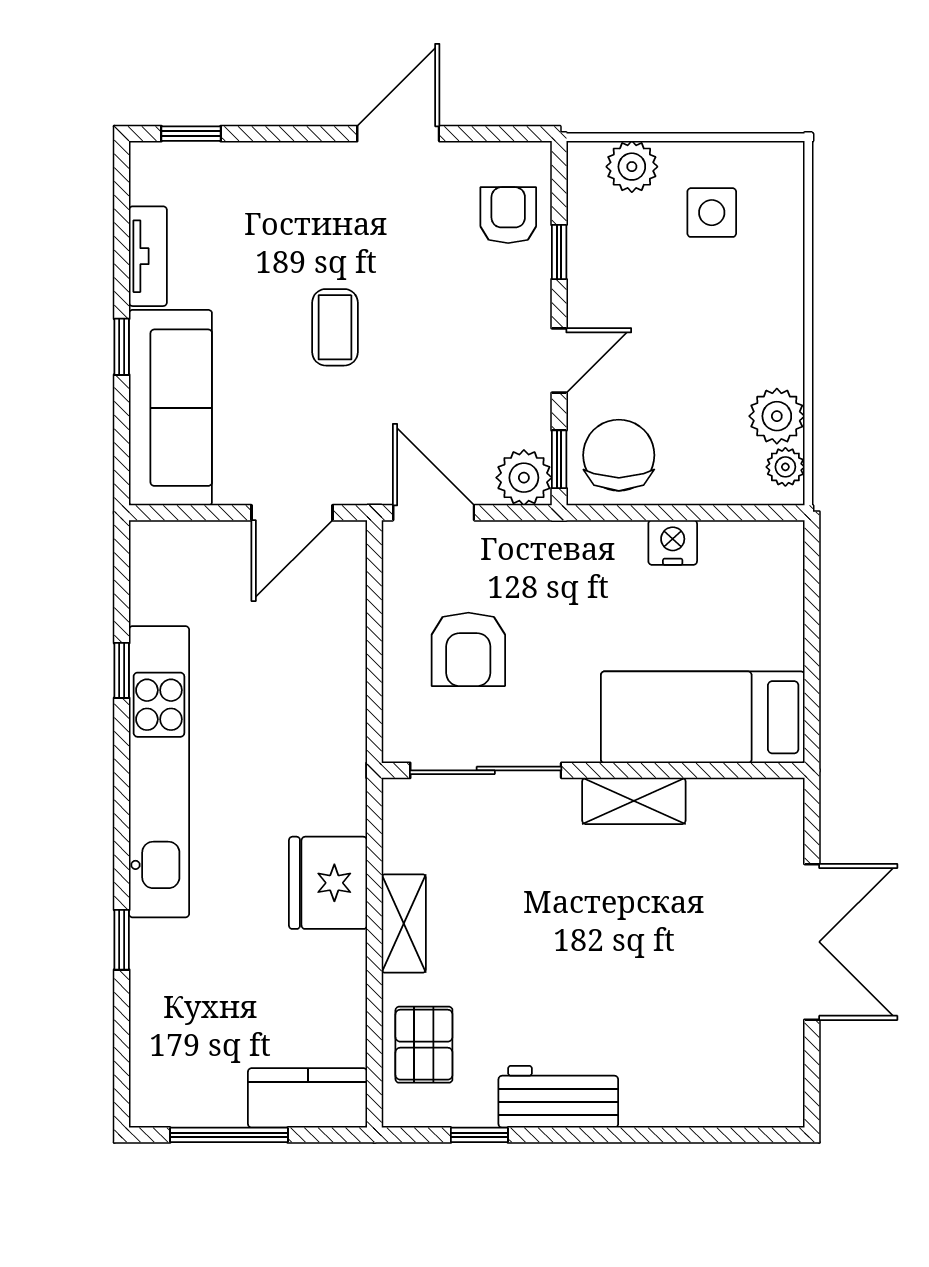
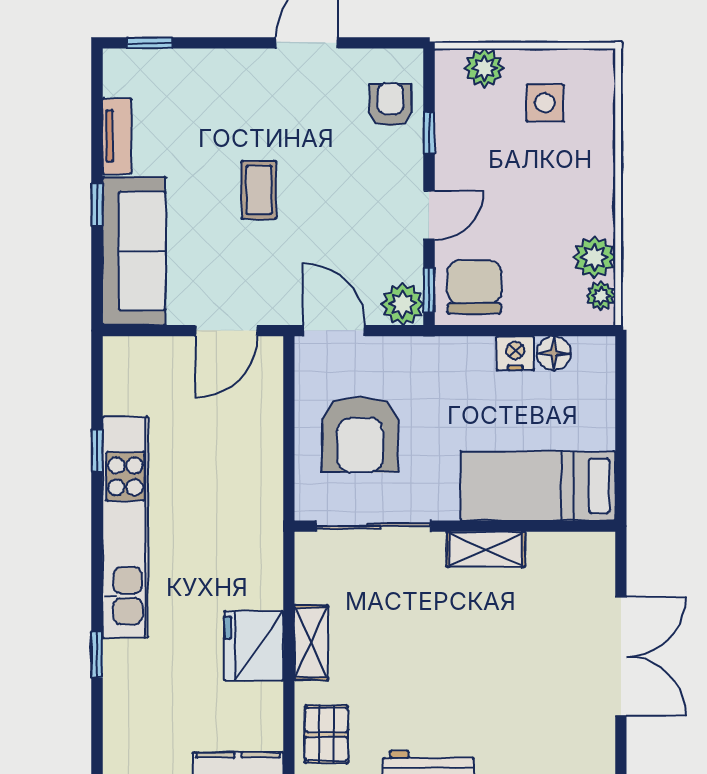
floor lamp: (723, 543) -> (554, 353), added
armchair: (468, 649) -> (360, 434), width x1.36, depth x1.36
fridge: (328, 883) -> (254, 646), moved

